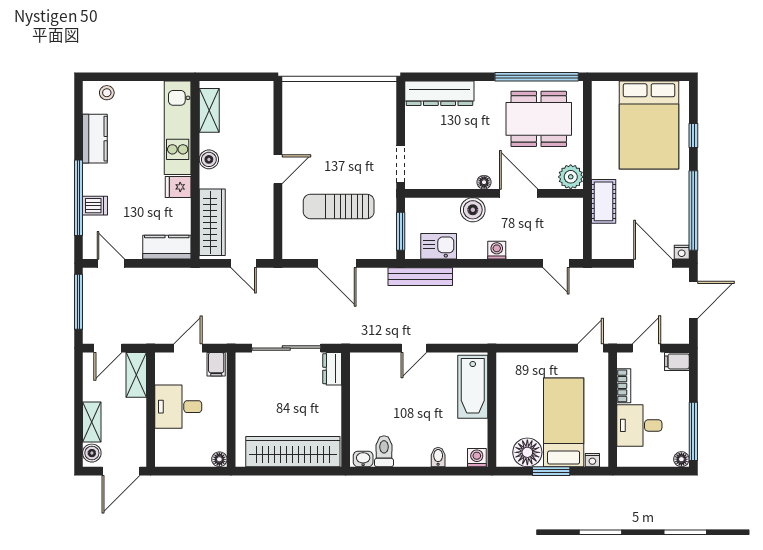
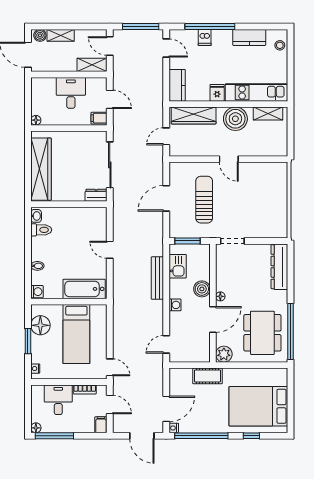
boiler: (209, 159) -> (235, 119), width x1.86, depth x1.86
door: (111, 263) -> (166, 48), hinge flipped
bench: (420, 277) -> (157, 278), moved
bed: (564, 422) -> (76, 334), moved, turned 90

